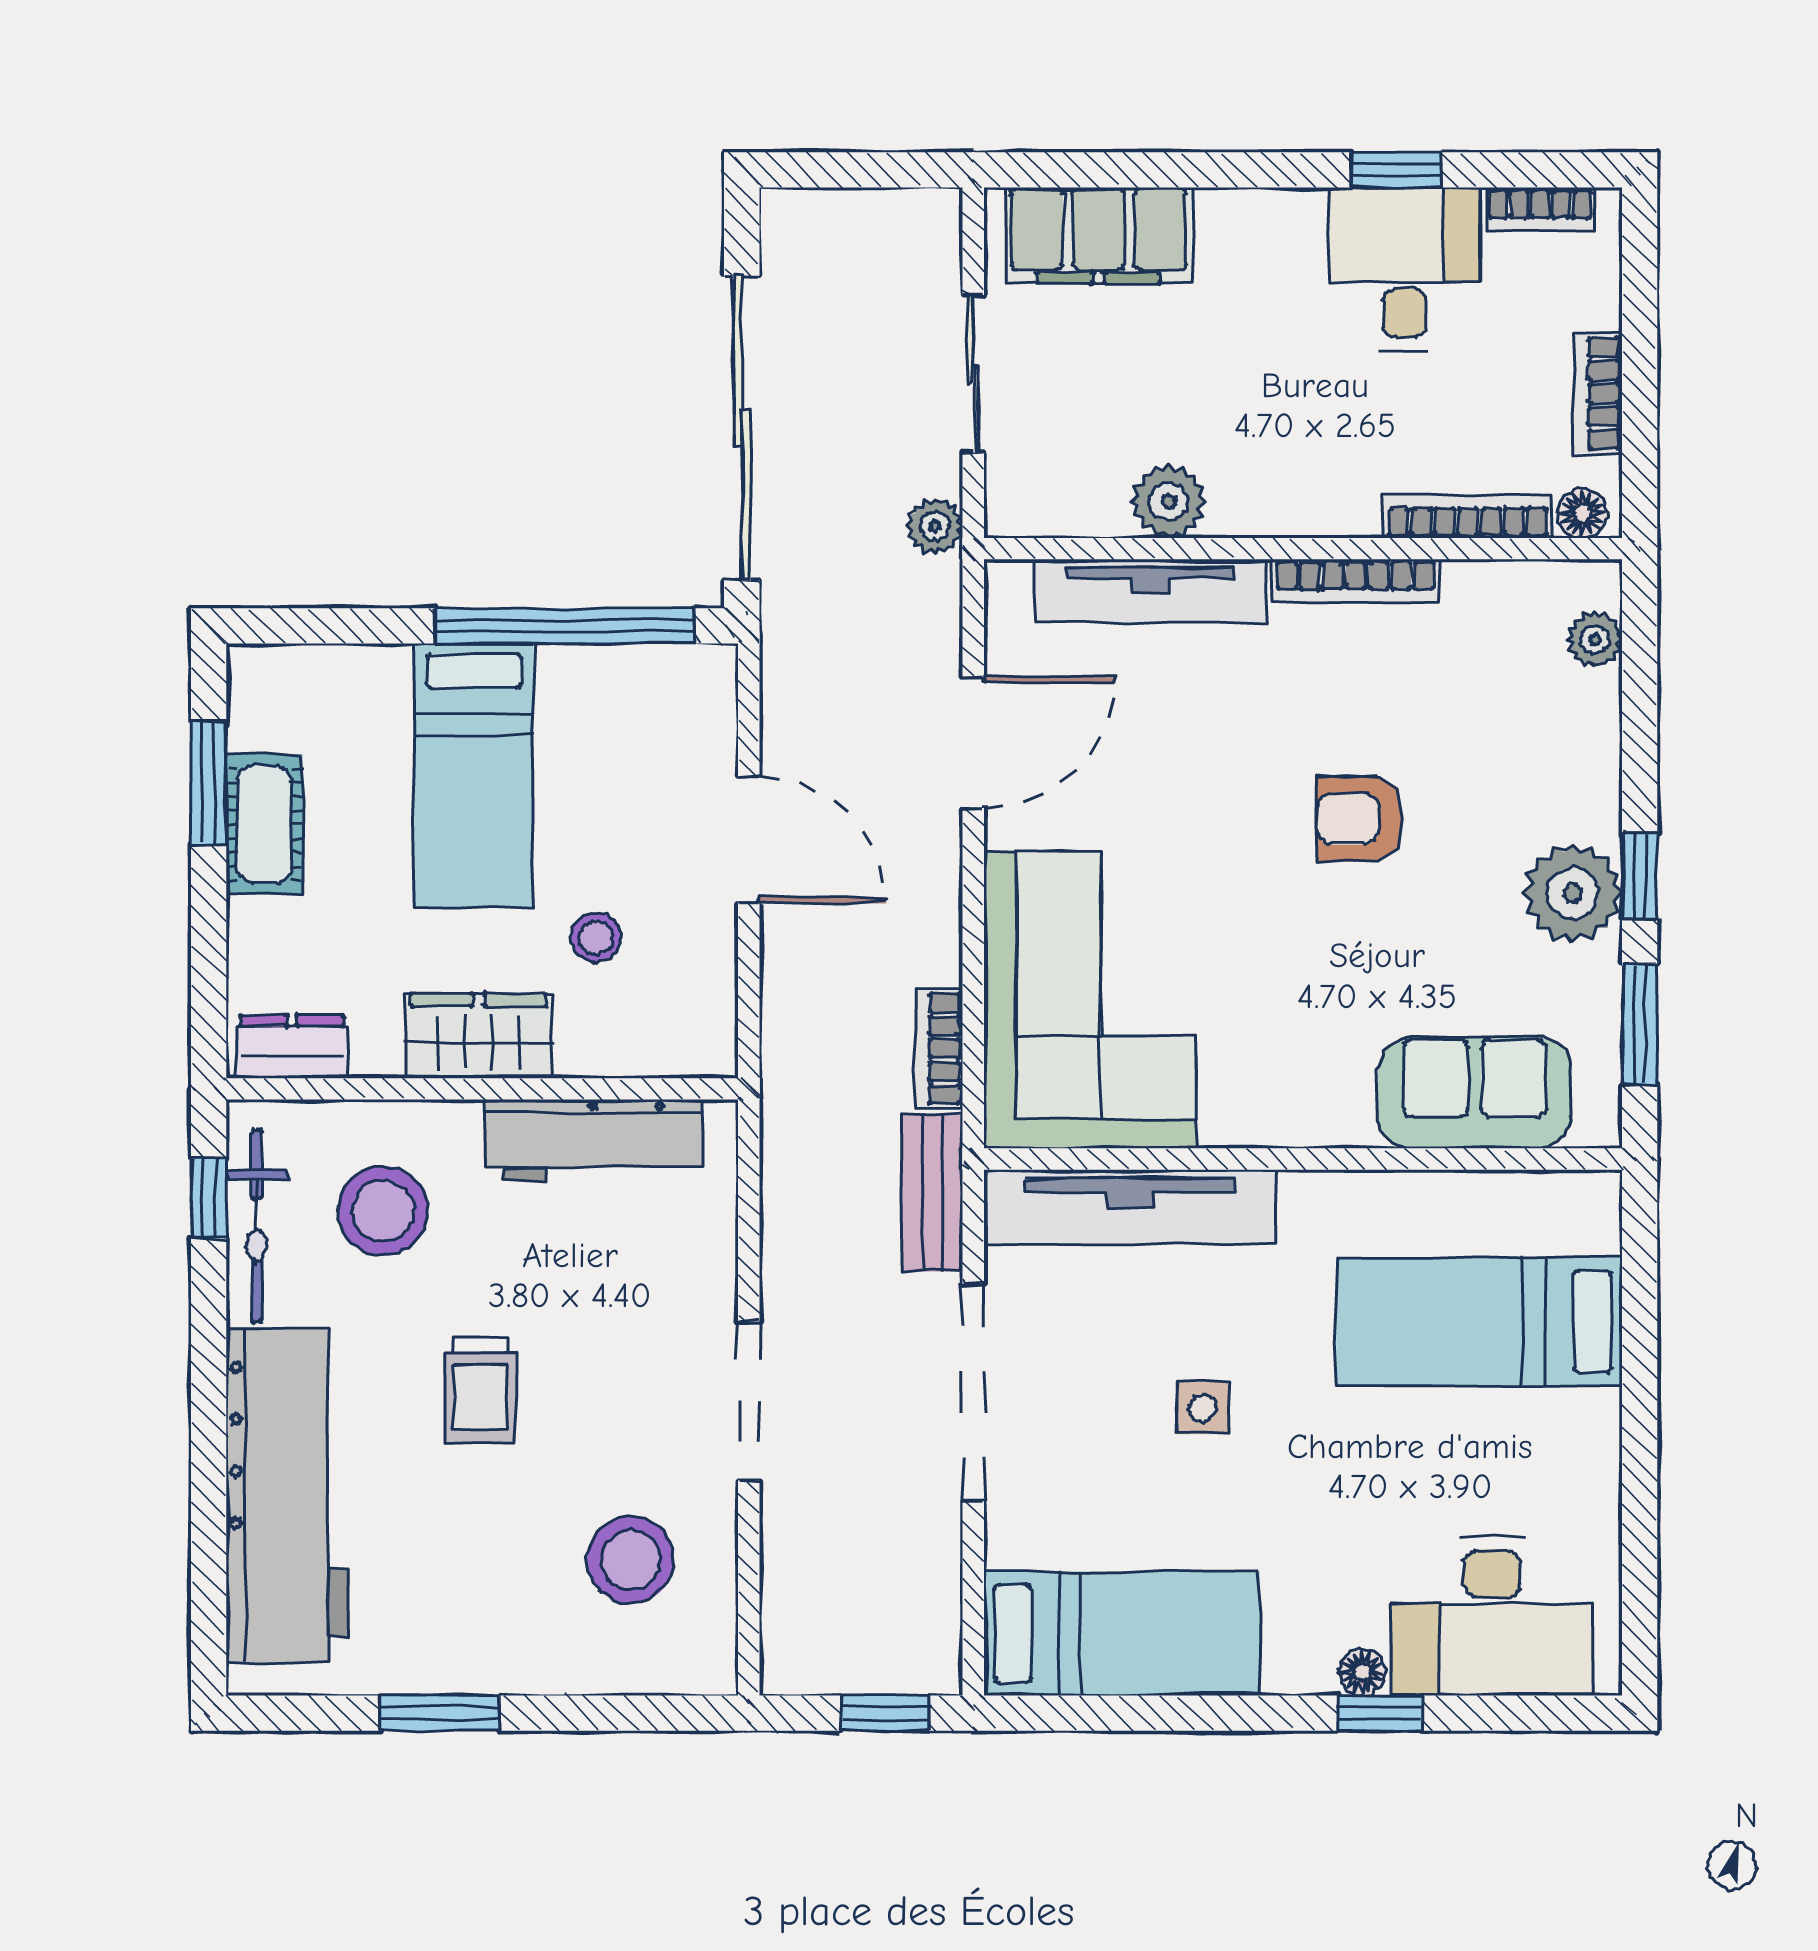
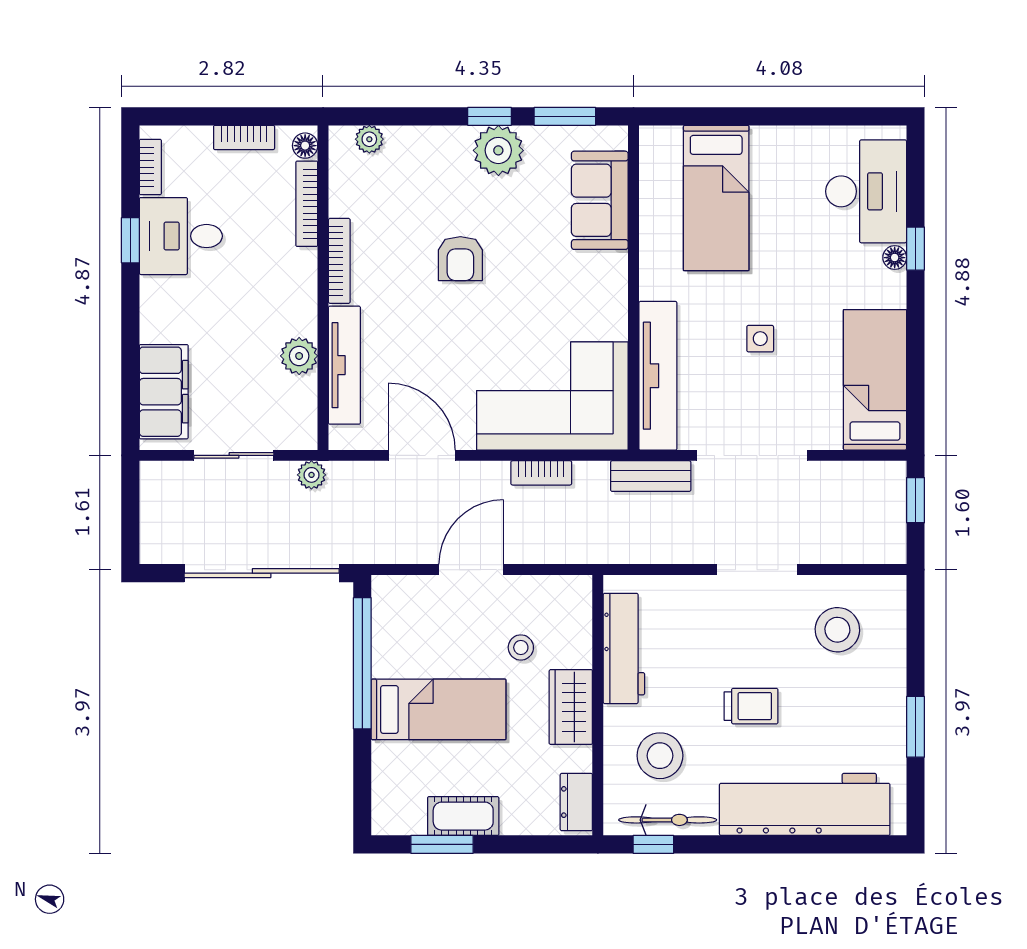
bookcase: (939, 1049) -> (541, 473), moved

